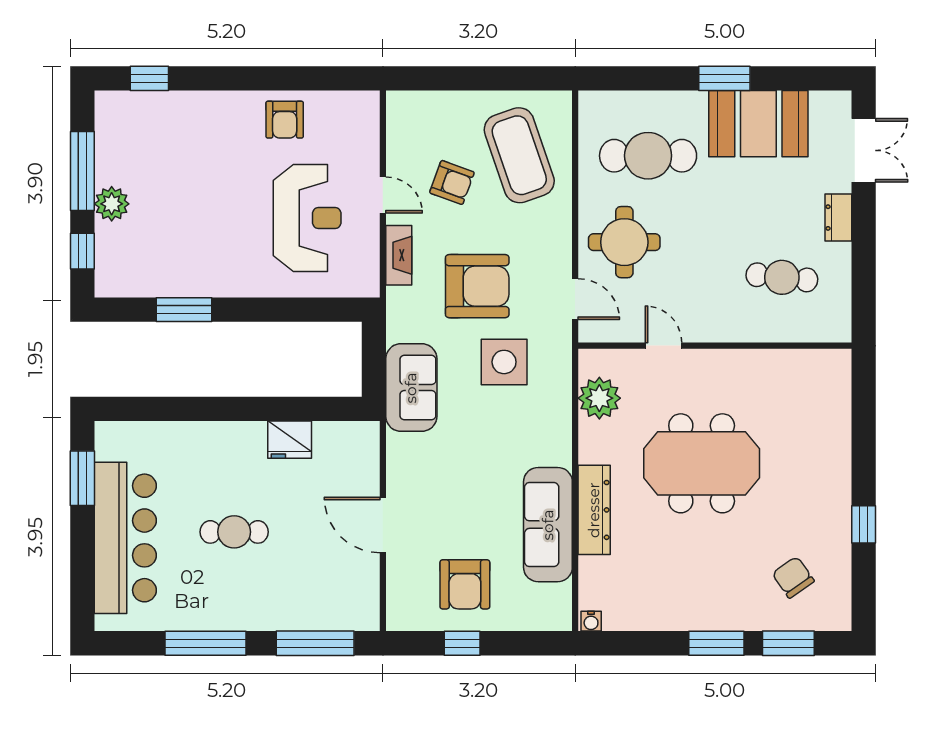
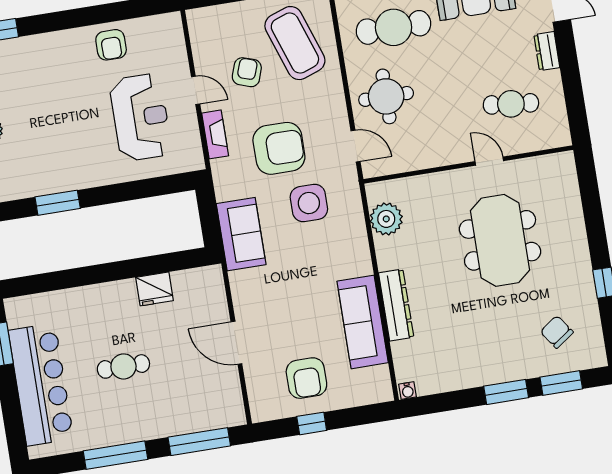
armchair: (452, 182) -> (247, 72), turned -91
door: (663, 346) -> (489, 161), moved
meeting table: (702, 463) -> (500, 240), moved, turned 90

